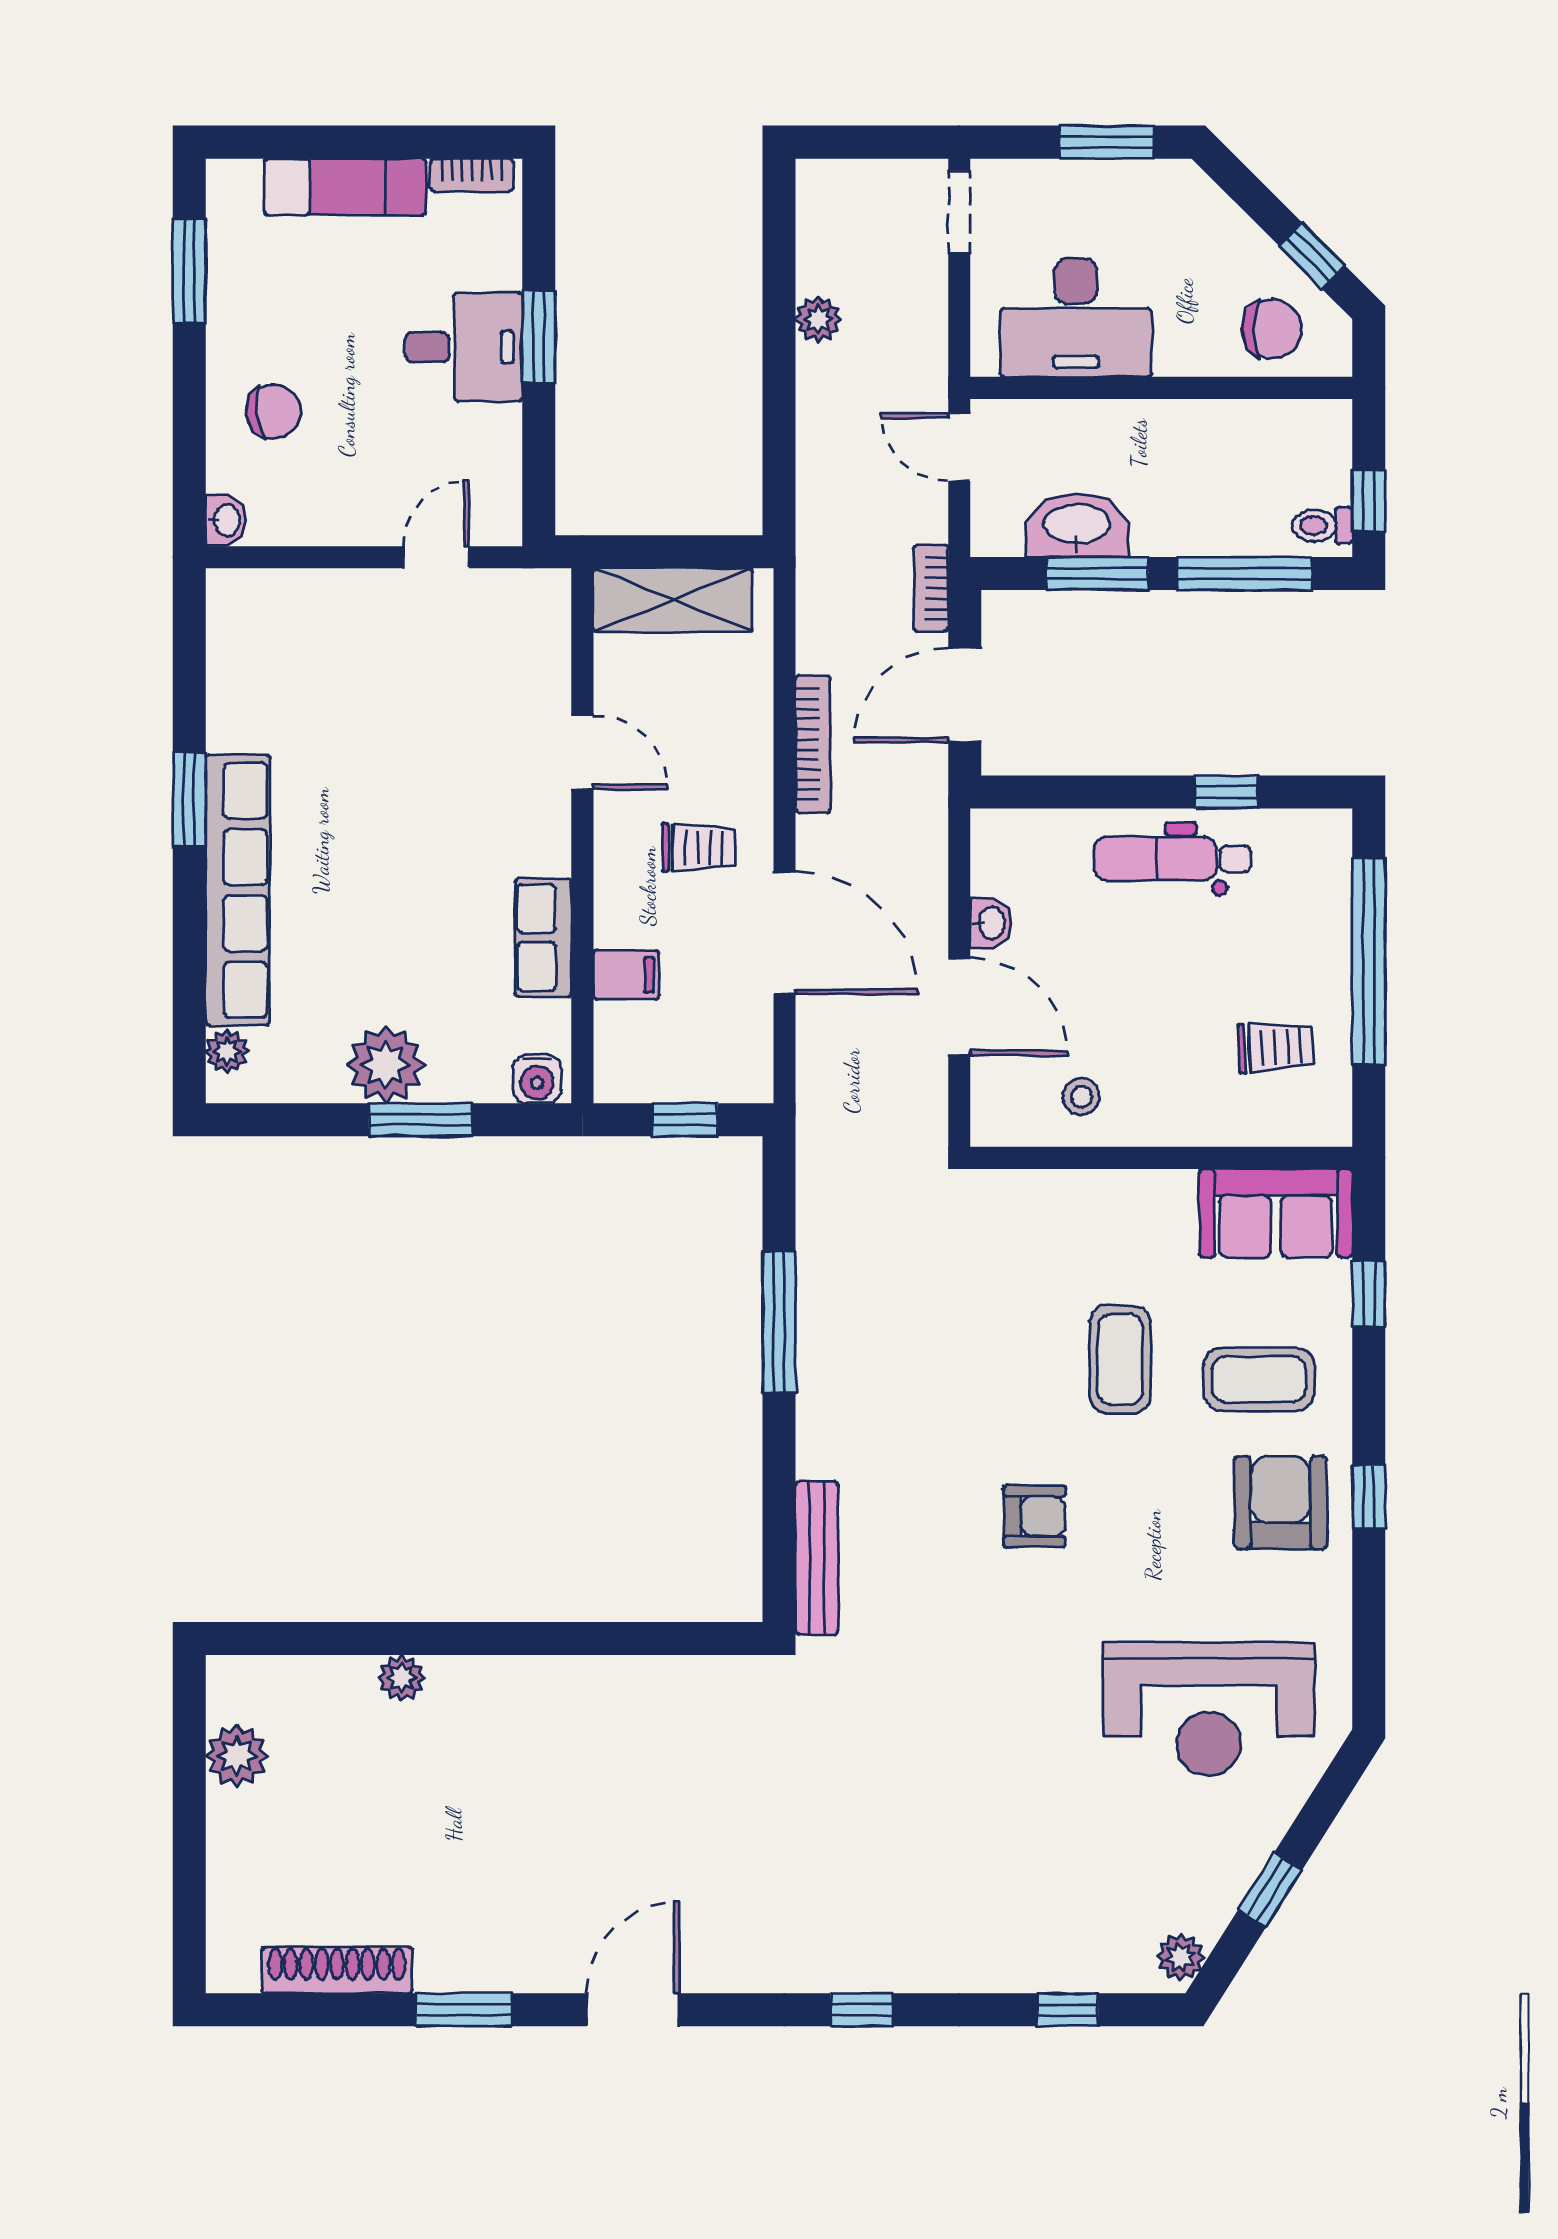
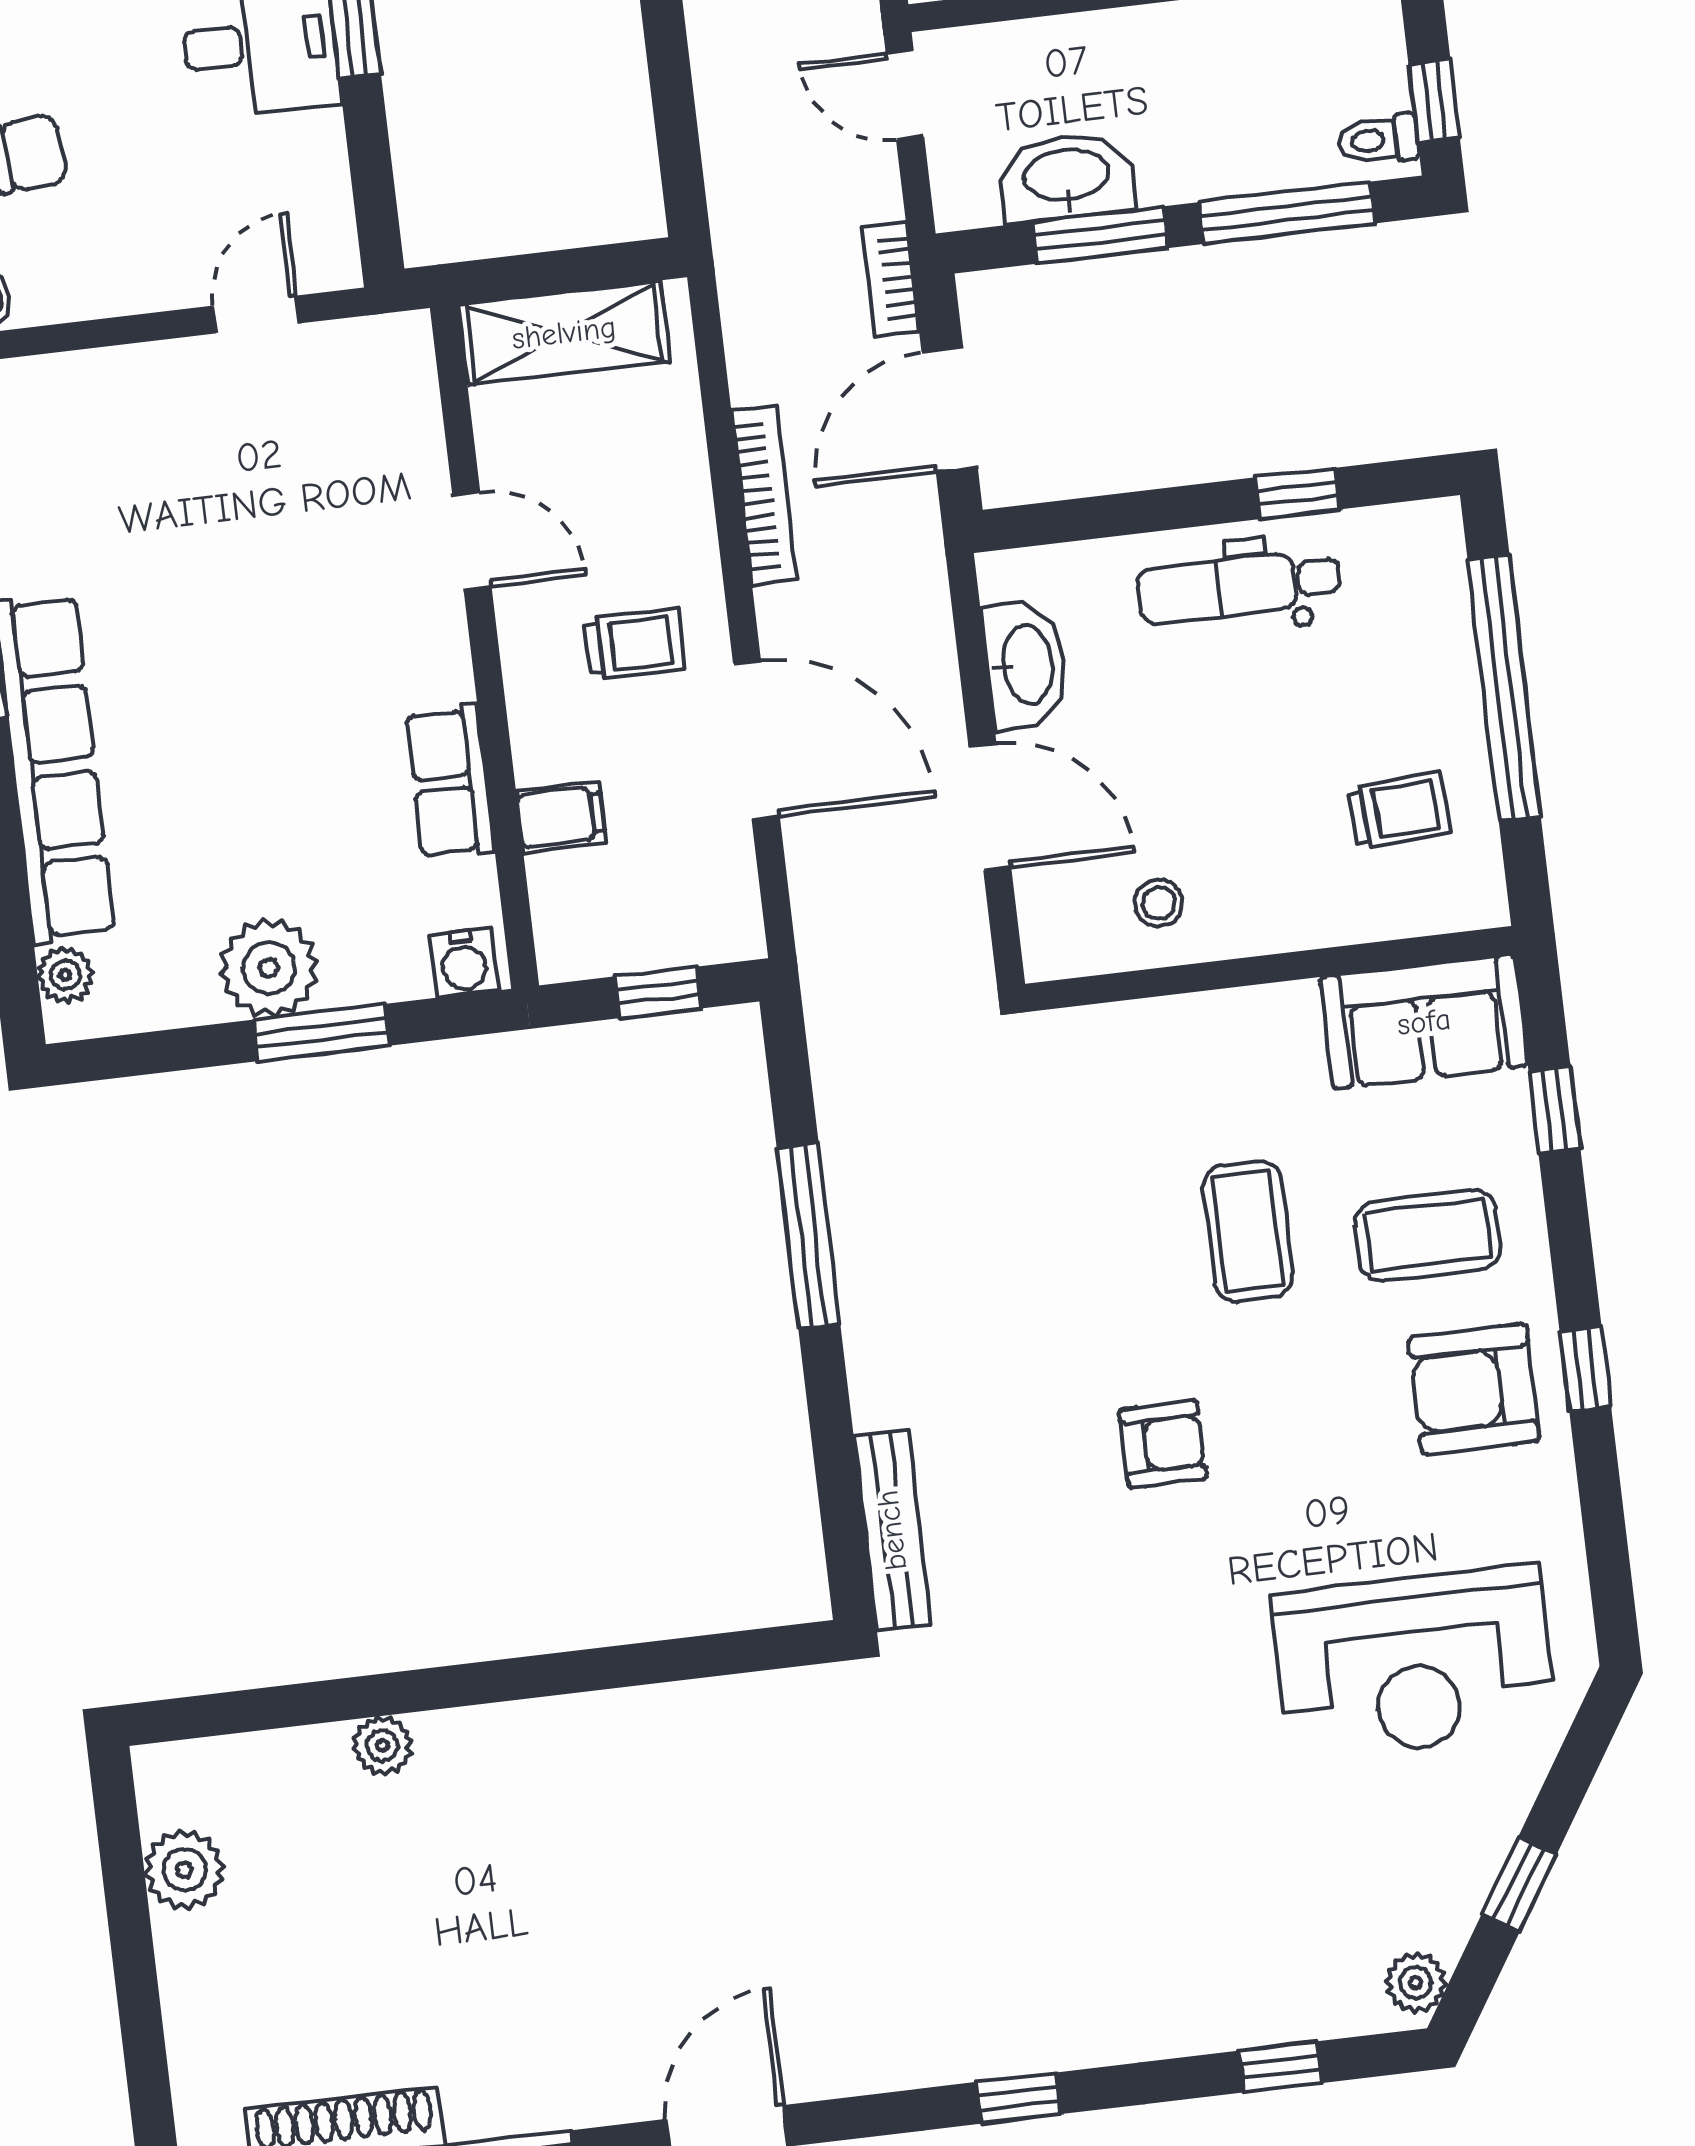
washbasin: (991, 923) -> (1025, 665), width x1.91, depth x1.45
armchair: (1281, 1503) -> (1474, 1389), turned -90

